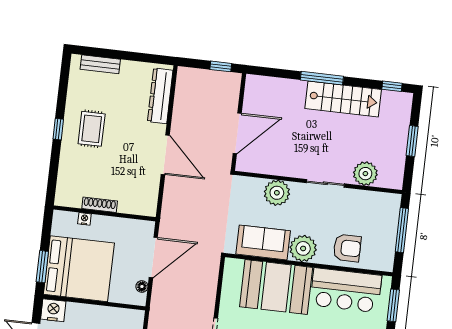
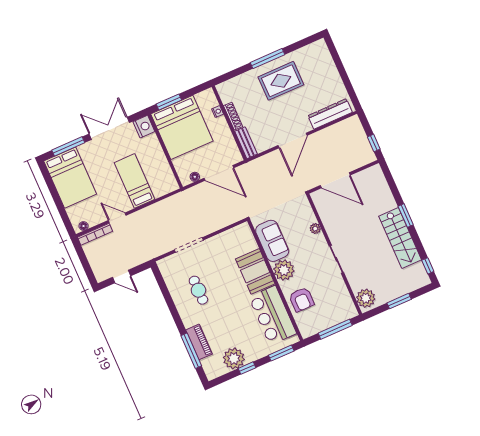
bench: (100, 64) -> (246, 143), moved
window: (322, 78) -> (406, 216), width x0.69
window: (58, 129) -> (267, 59), width x2.17
rug: (92, 129) -> (281, 81), width x1.36, depth x1.43
plant: (365, 174) -> (366, 298), moved
plant: (277, 193) -> (315, 229), width x0.53, depth x0.53
booth: (276, 287) -> (255, 271), width x0.73, depth x0.70

